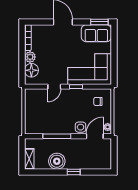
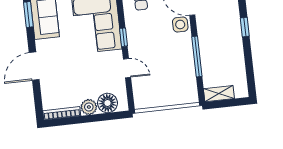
shelving: (29, 159) -> (219, 94), moved
boiler: (57, 161) -> (232, 53), removed

